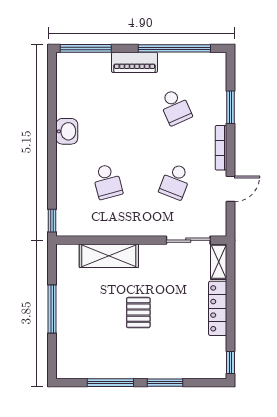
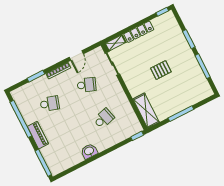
school desk: (175, 107) -> (50, 104), turned 42
door: (231, 189) -> (76, 56), swing flipped
shelving: (109, 256) -> (146, 111), moved

